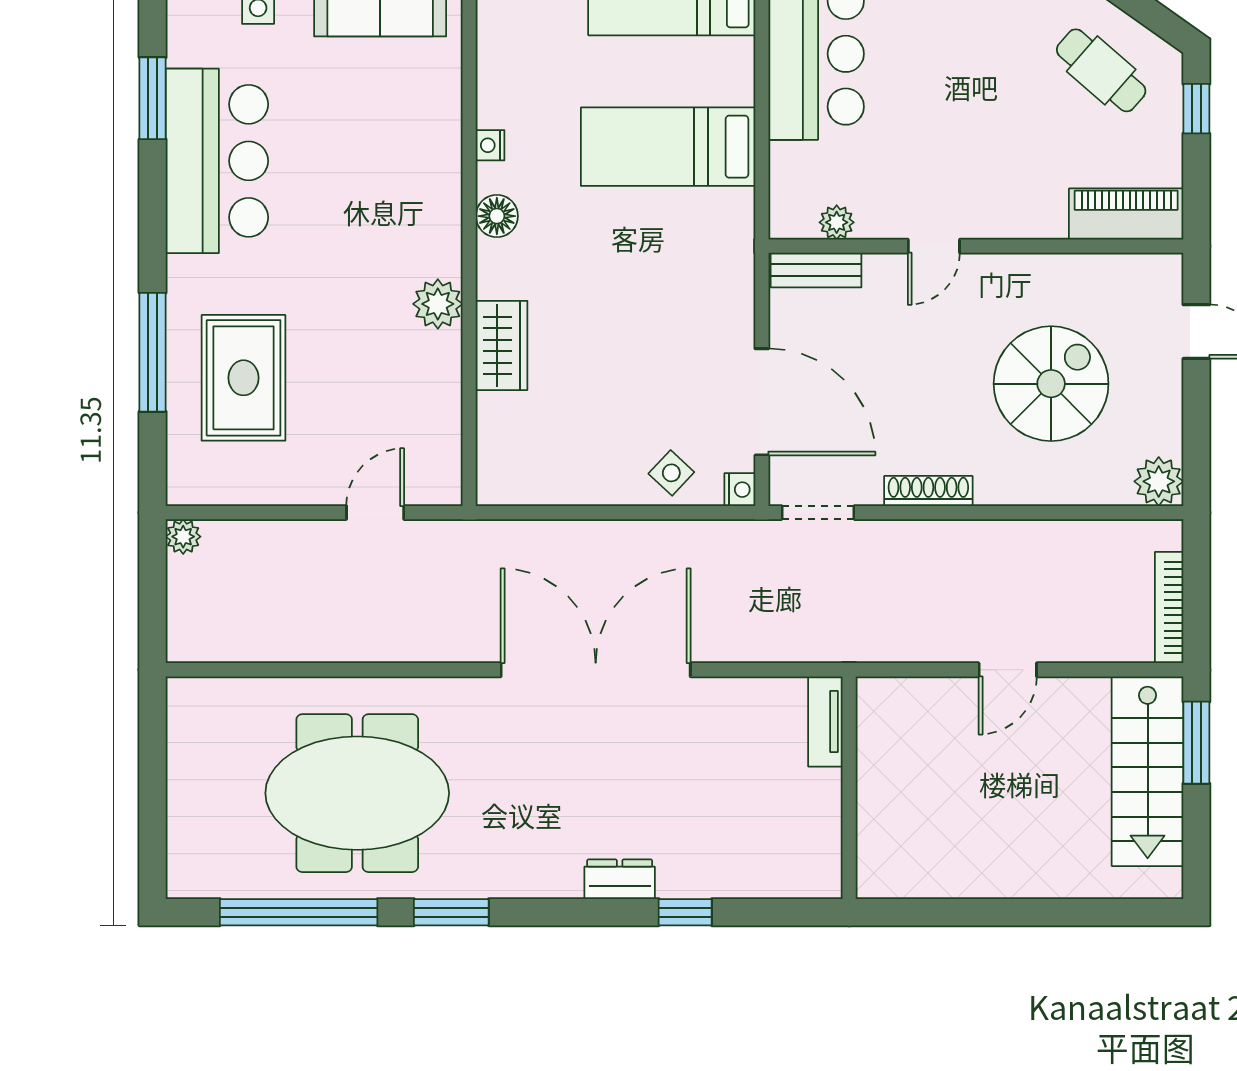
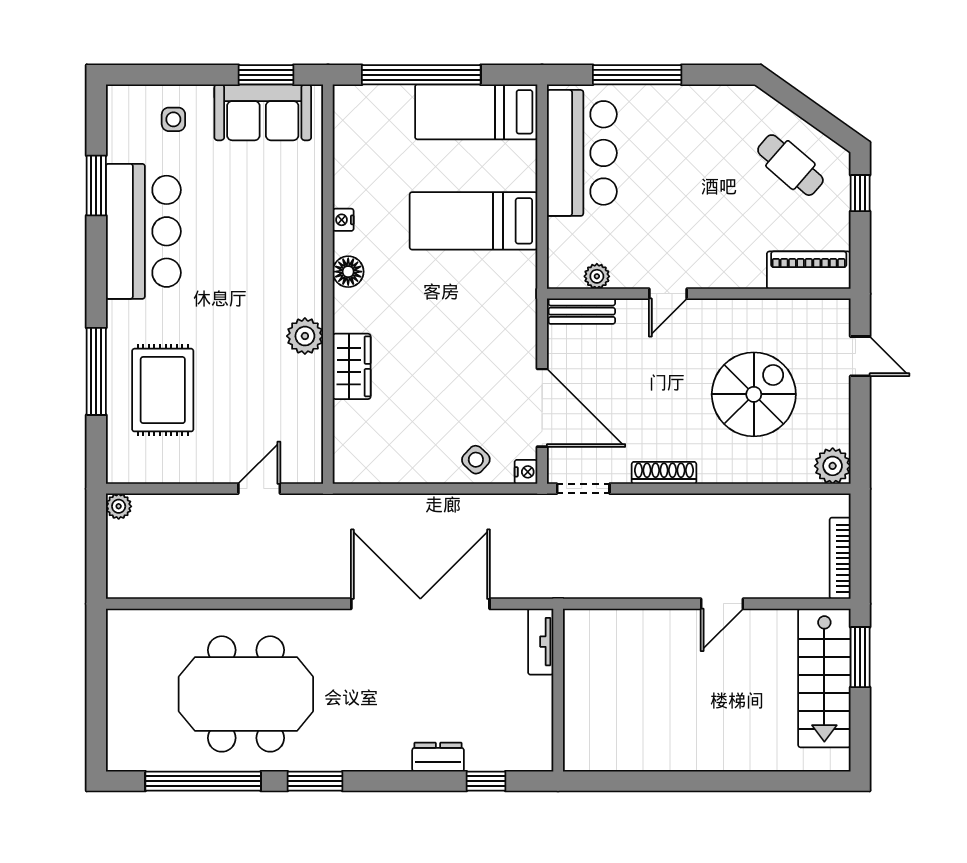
tv unit: (825, 721) -> (541, 642), moved
wall: (849, 788) -> (558, 690), moved

